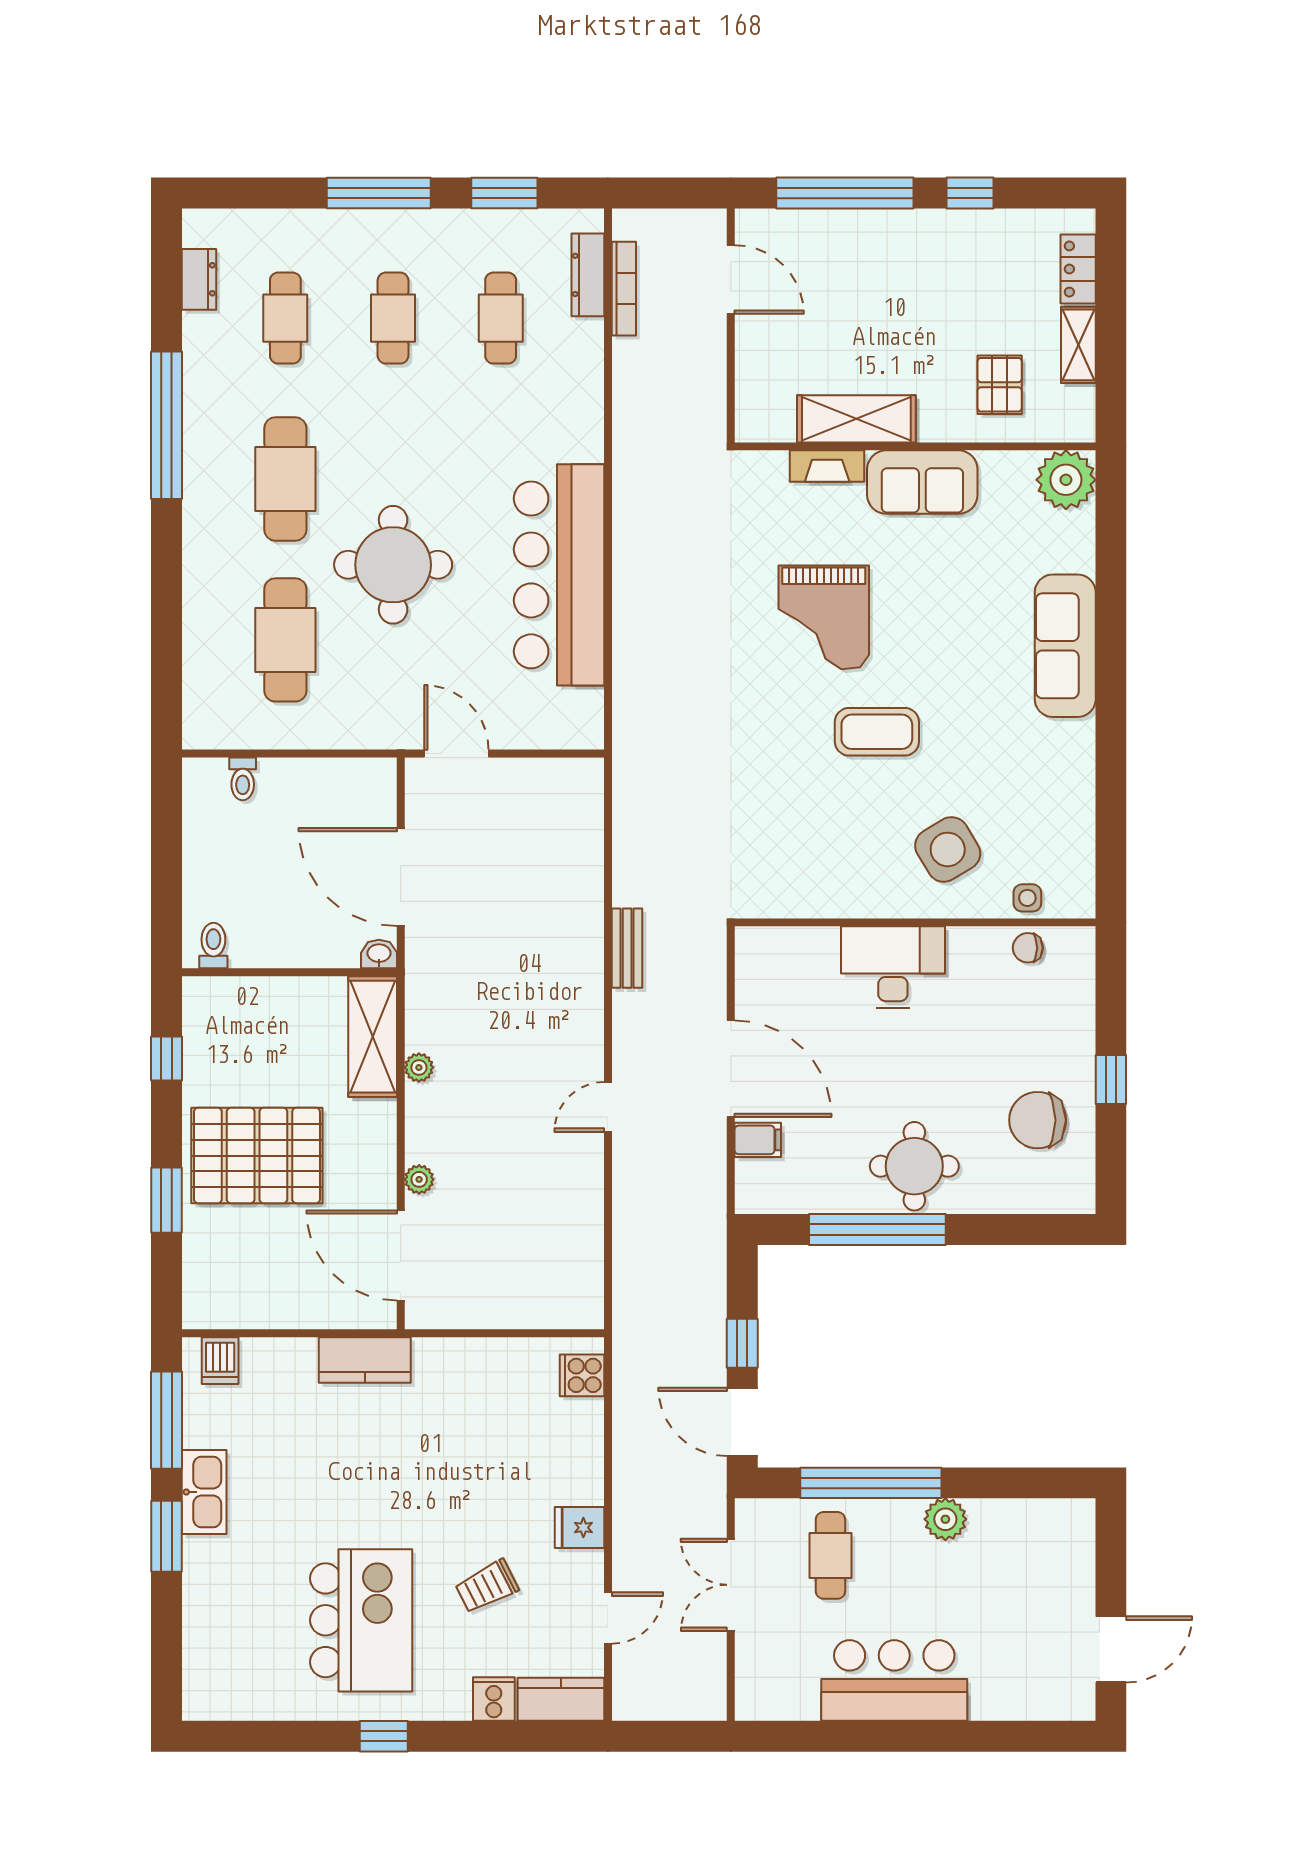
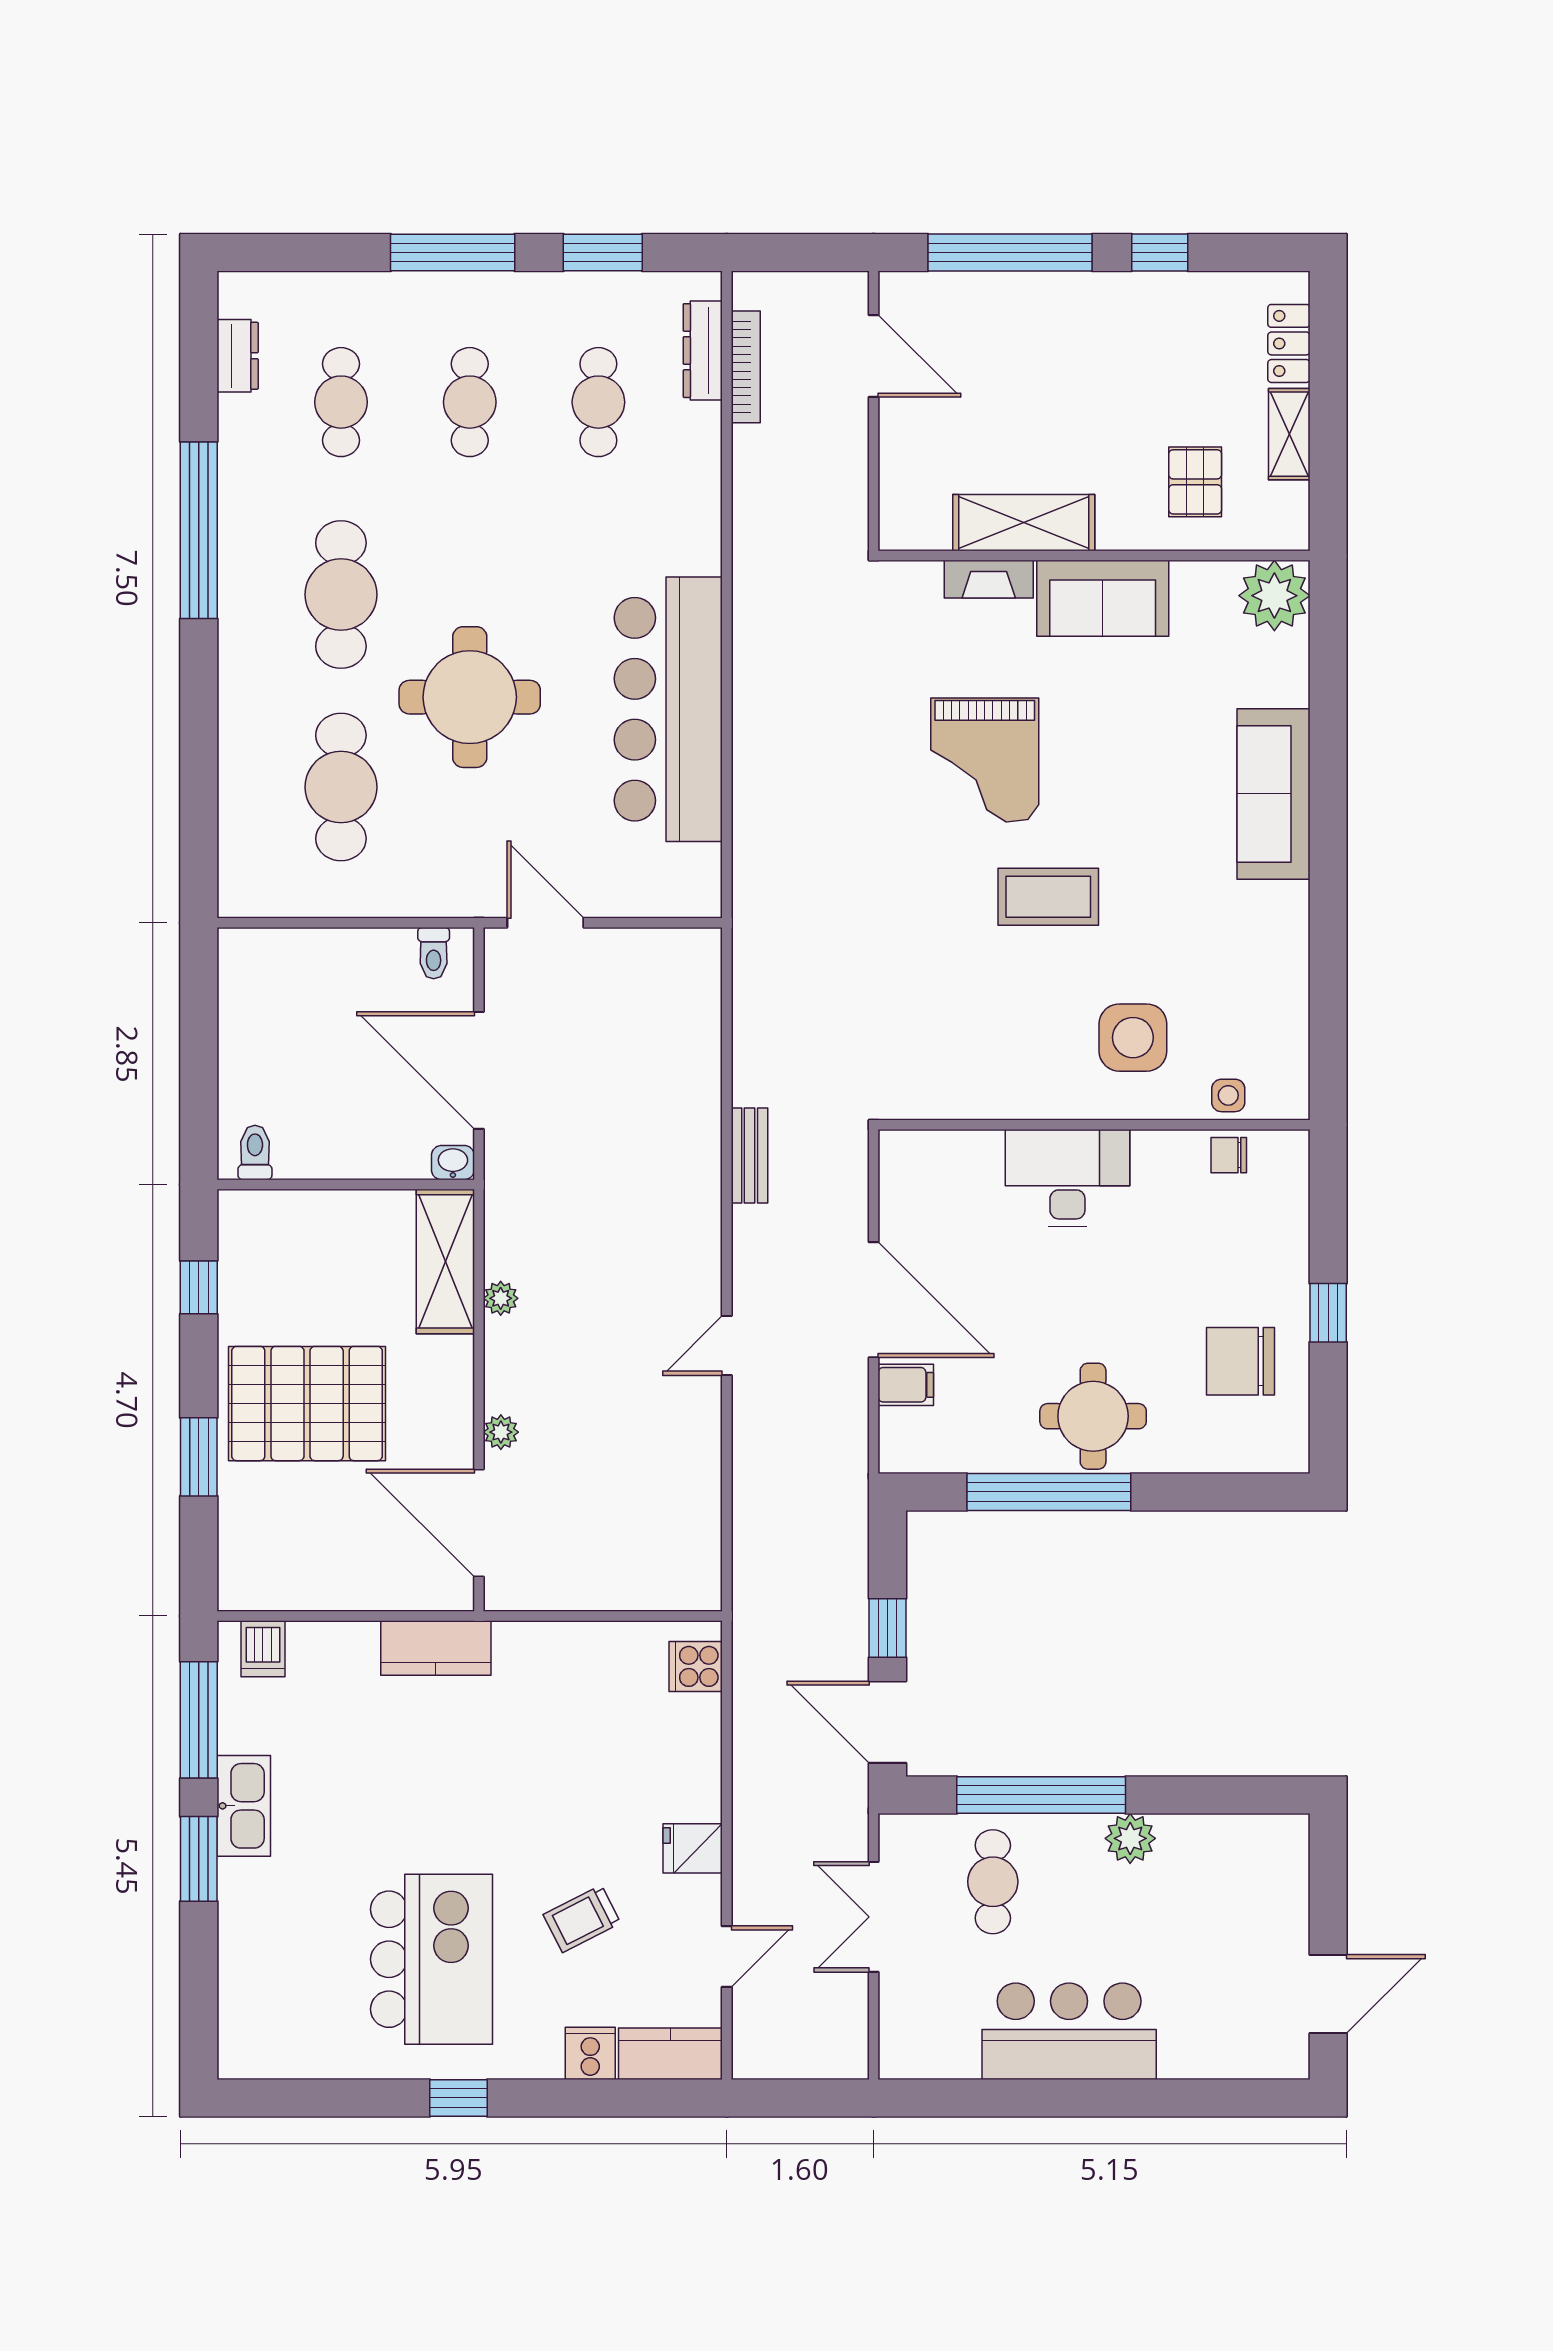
toilet: (243, 779) -> (434, 953), moved
side table: (948, 849) -> (1133, 1038), turned 31

